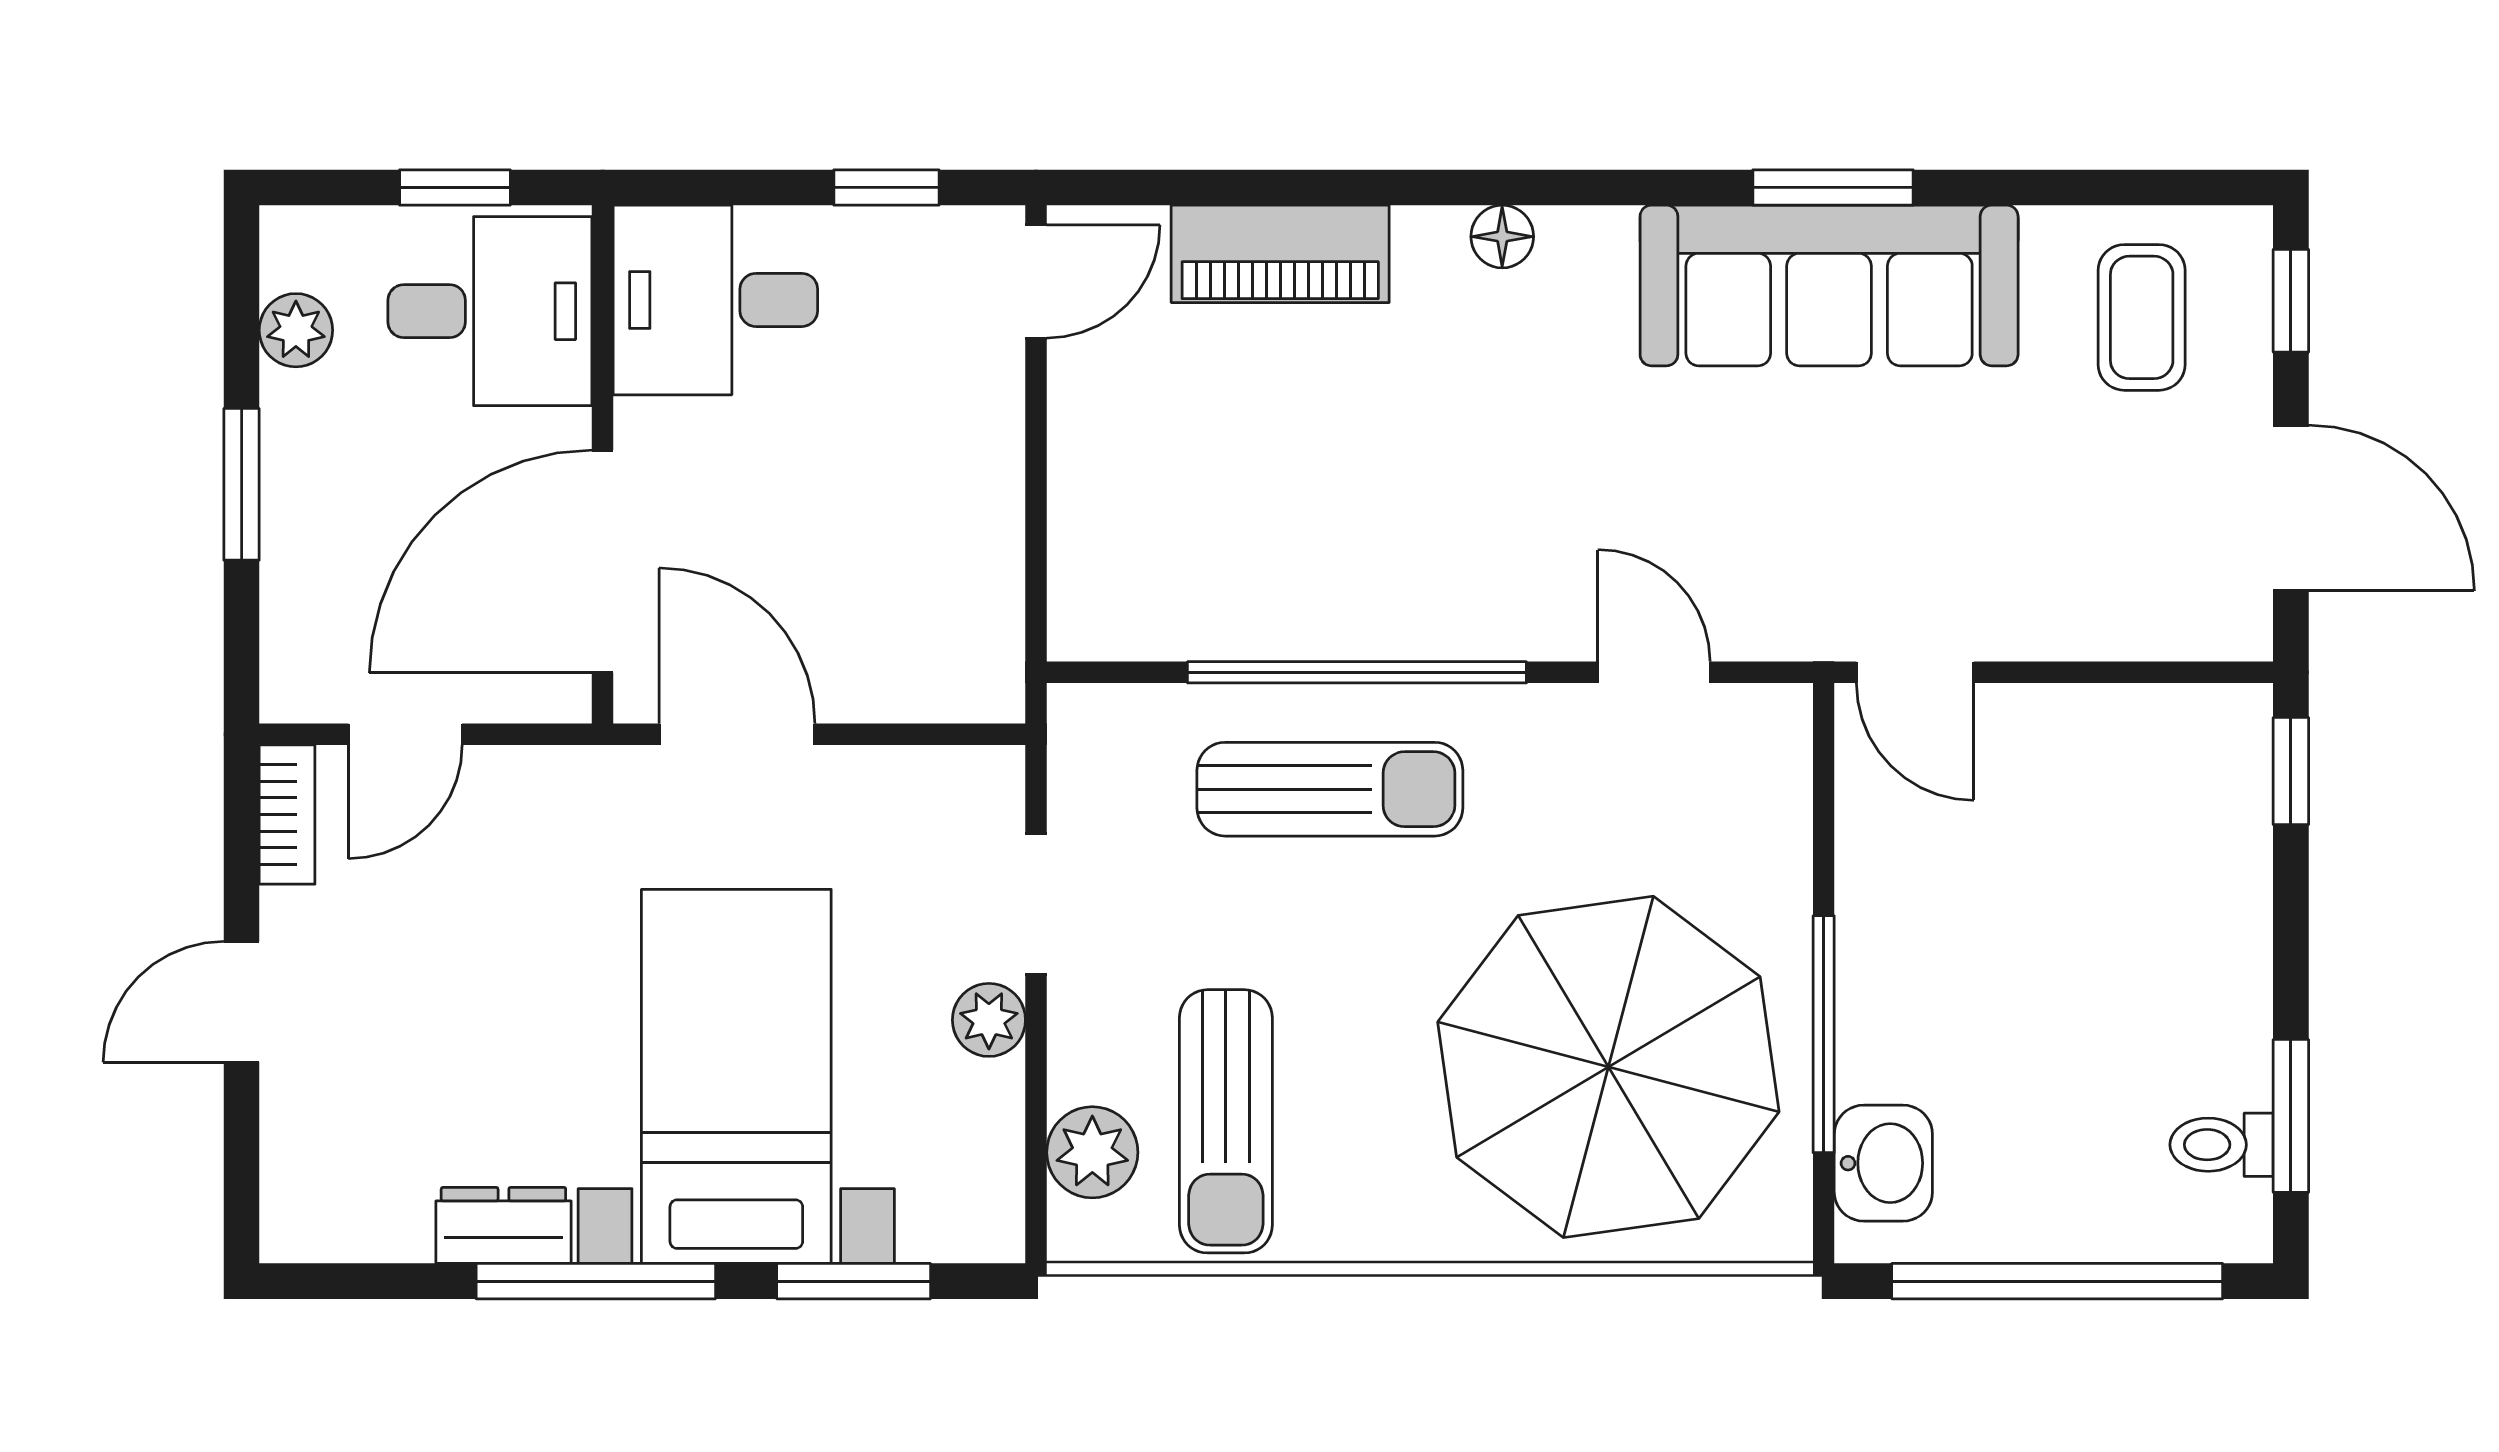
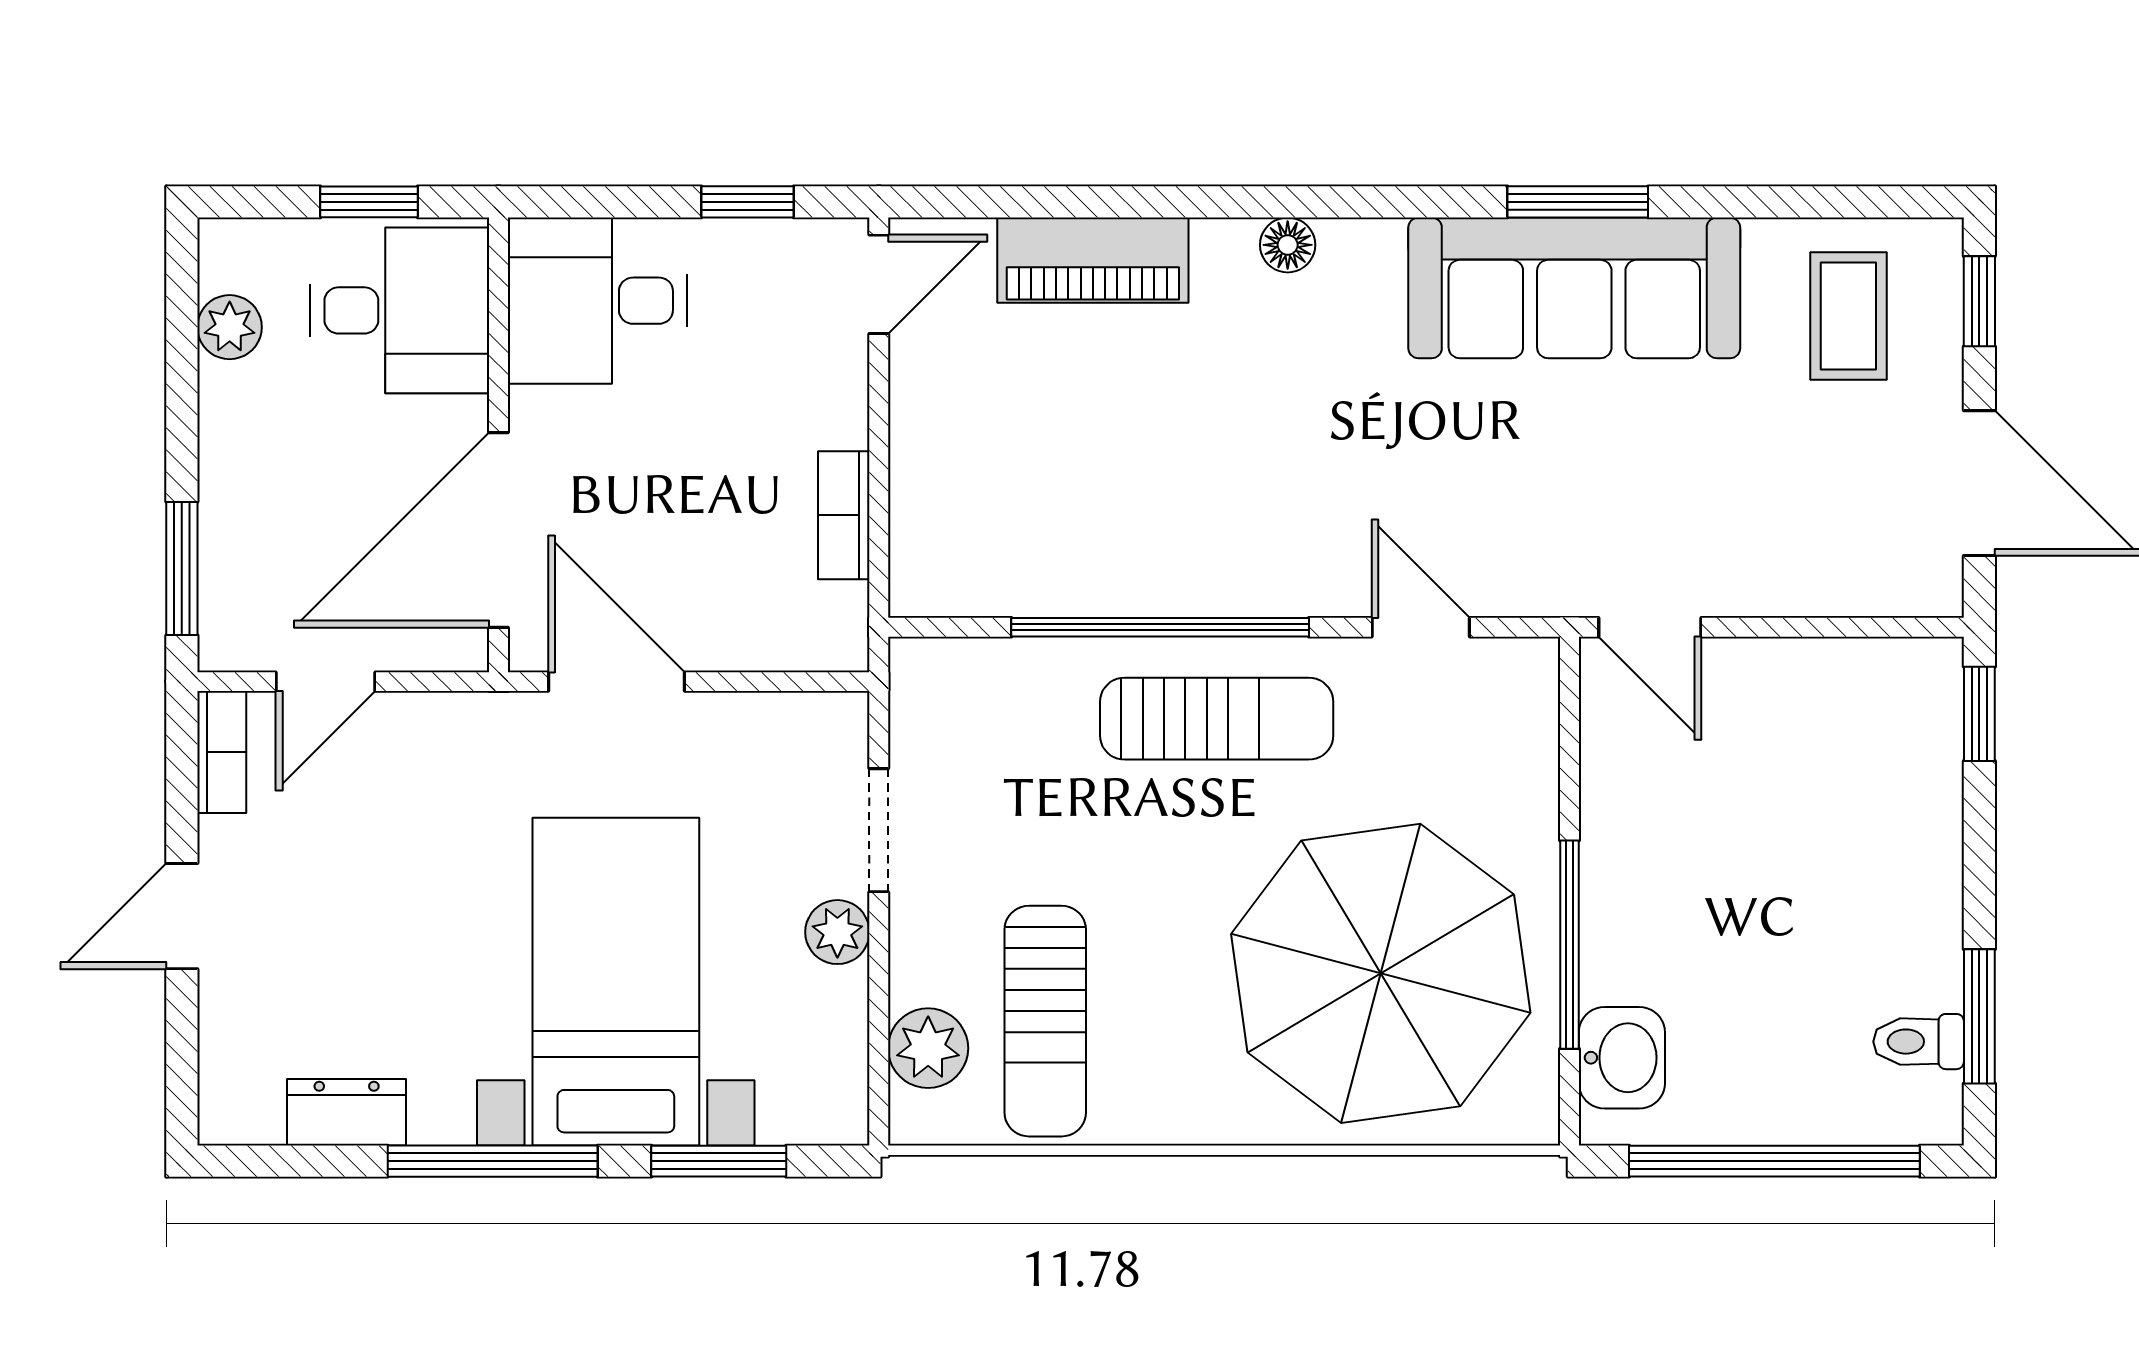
window: (242, 484) -> (182, 569), moved
bookcase: (996, 545) -> (844, 515), added
sun lounger: (1330, 789) -> (1217, 719), moved
dresser: (503, 1225) -> (347, 1112), moved

